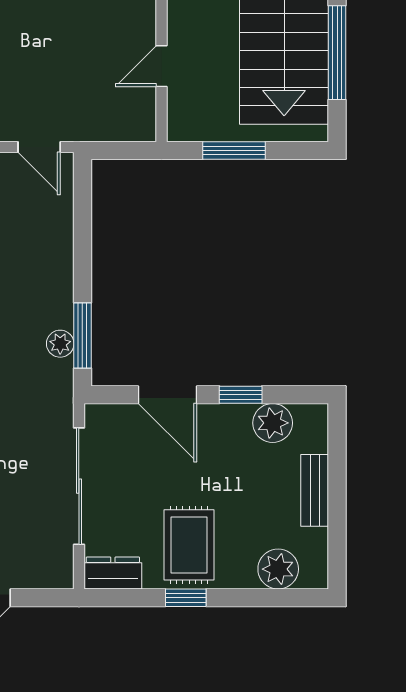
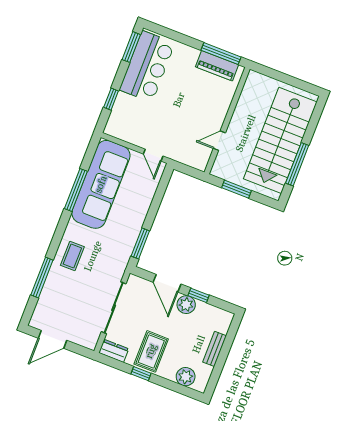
plant: (60, 344) -> (129, 243), removed
plant: (273, 423) -> (186, 305), moved

